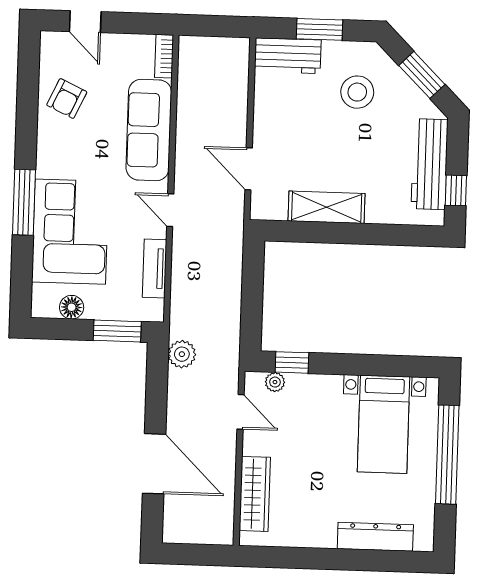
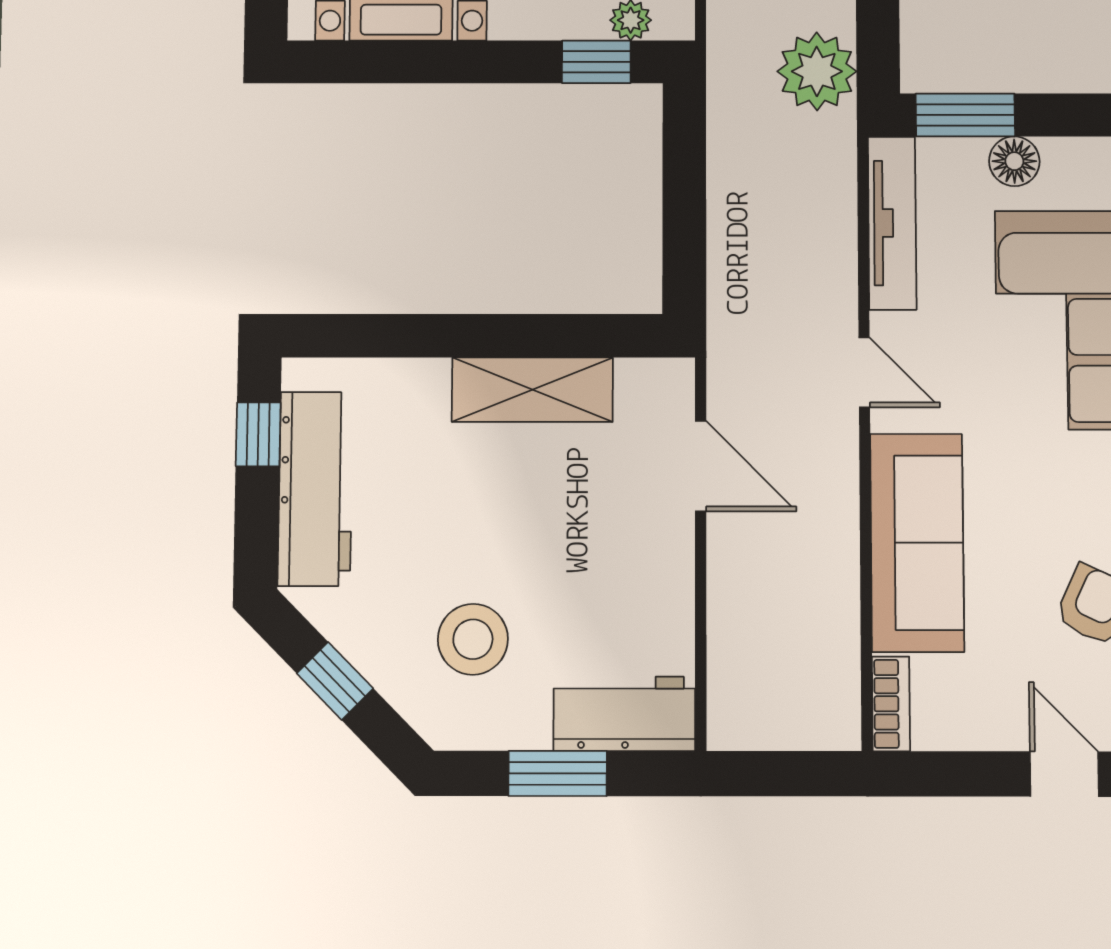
window: (422, 75) -> (335, 681), width x0.67
tv unit: (154, 268) -> (892, 223), width x1.41
floor lamp: (72, 307) -> (1014, 161), moved
plant: (182, 354) -> (817, 71), width x1.36, depth x1.36

